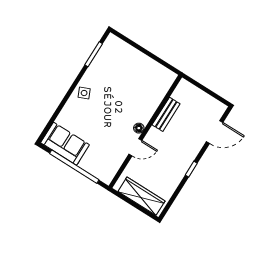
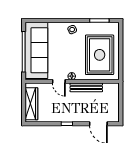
rug: (134, 79) -> (100, 55), added
bench: (166, 114) -> (86, 87), width x1.36
sofa: (65, 144) -> (36, 50), width x1.85, depth x1.27

